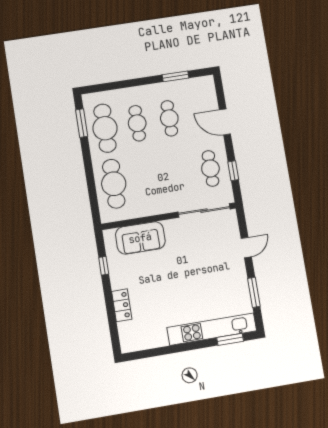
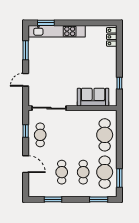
window: (108, 87) -> (99, 199), added
locker: (122, 305) -> (112, 37), moved

